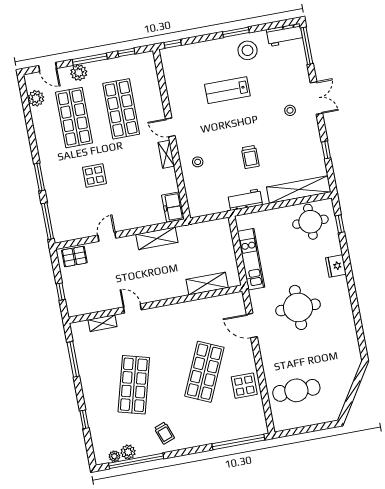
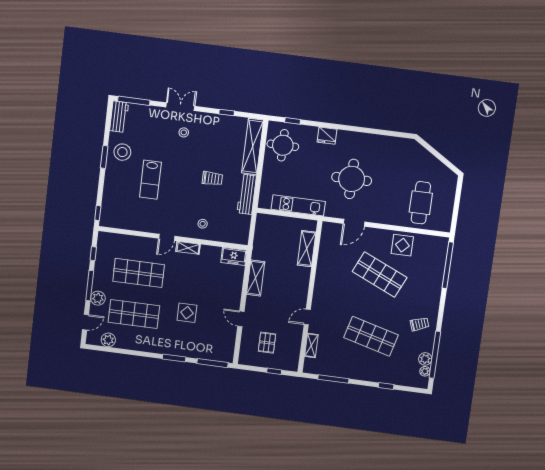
workbench: (245, 200) -> (247, 194), width x1.38
pallet: (74, 256) -> (267, 343), moved

